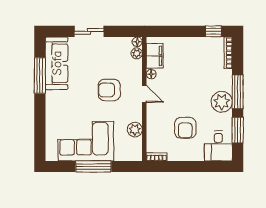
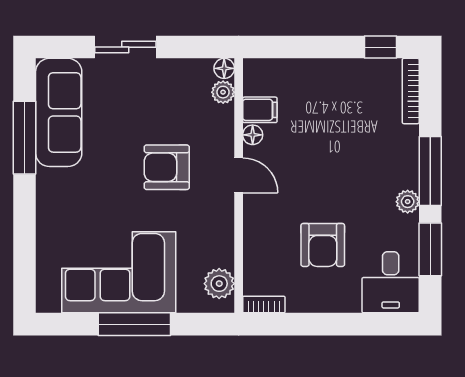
filing cabinet: (155, 56) -> (260, 110), width x0.50
plant: (222, 102) -> (408, 202), width x0.53, depth x0.53
plant: (135, 130) -> (219, 284), moved

